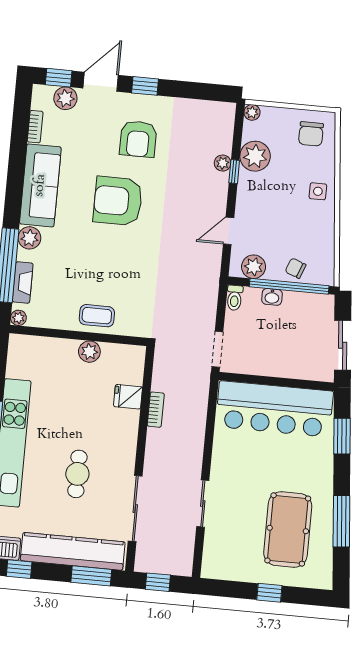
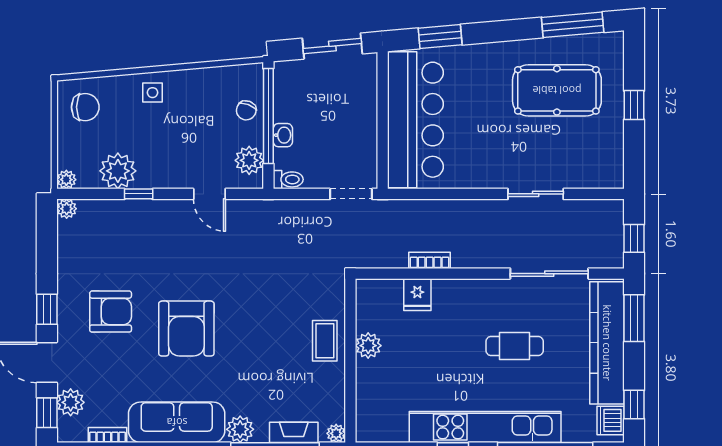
plant: (223, 163) -> (67, 209), moved
window: (341, 521) -> (573, 25), moved

